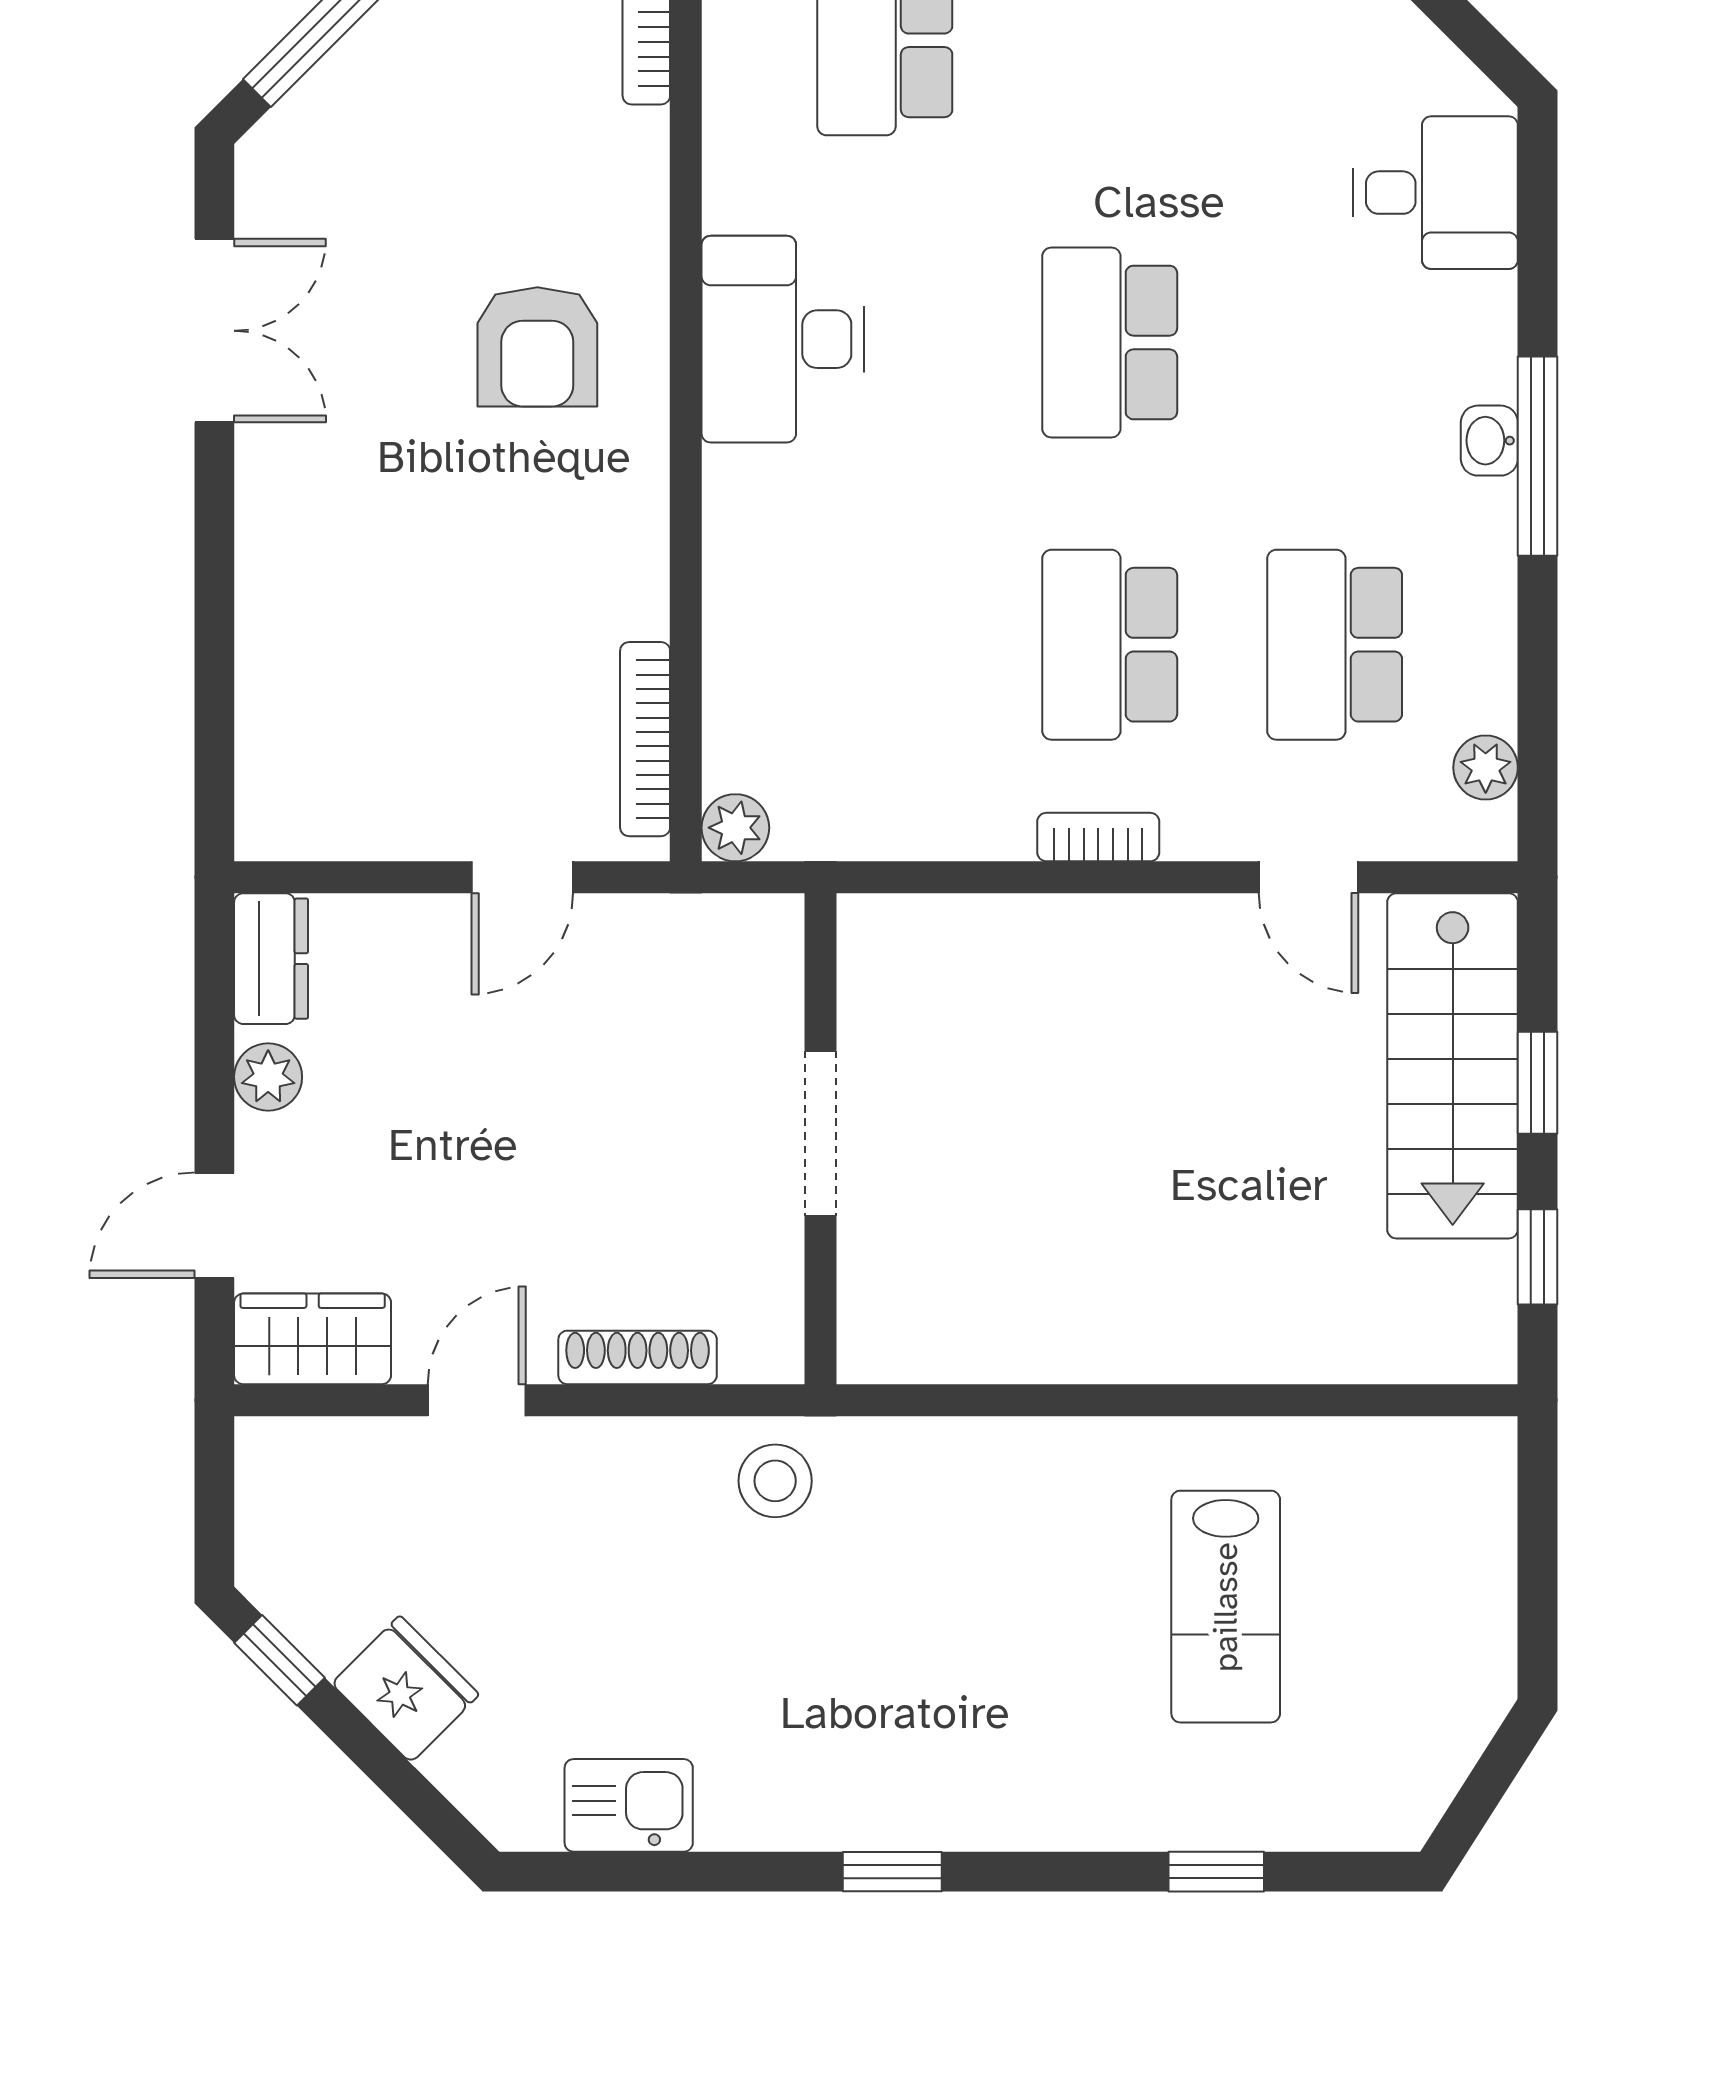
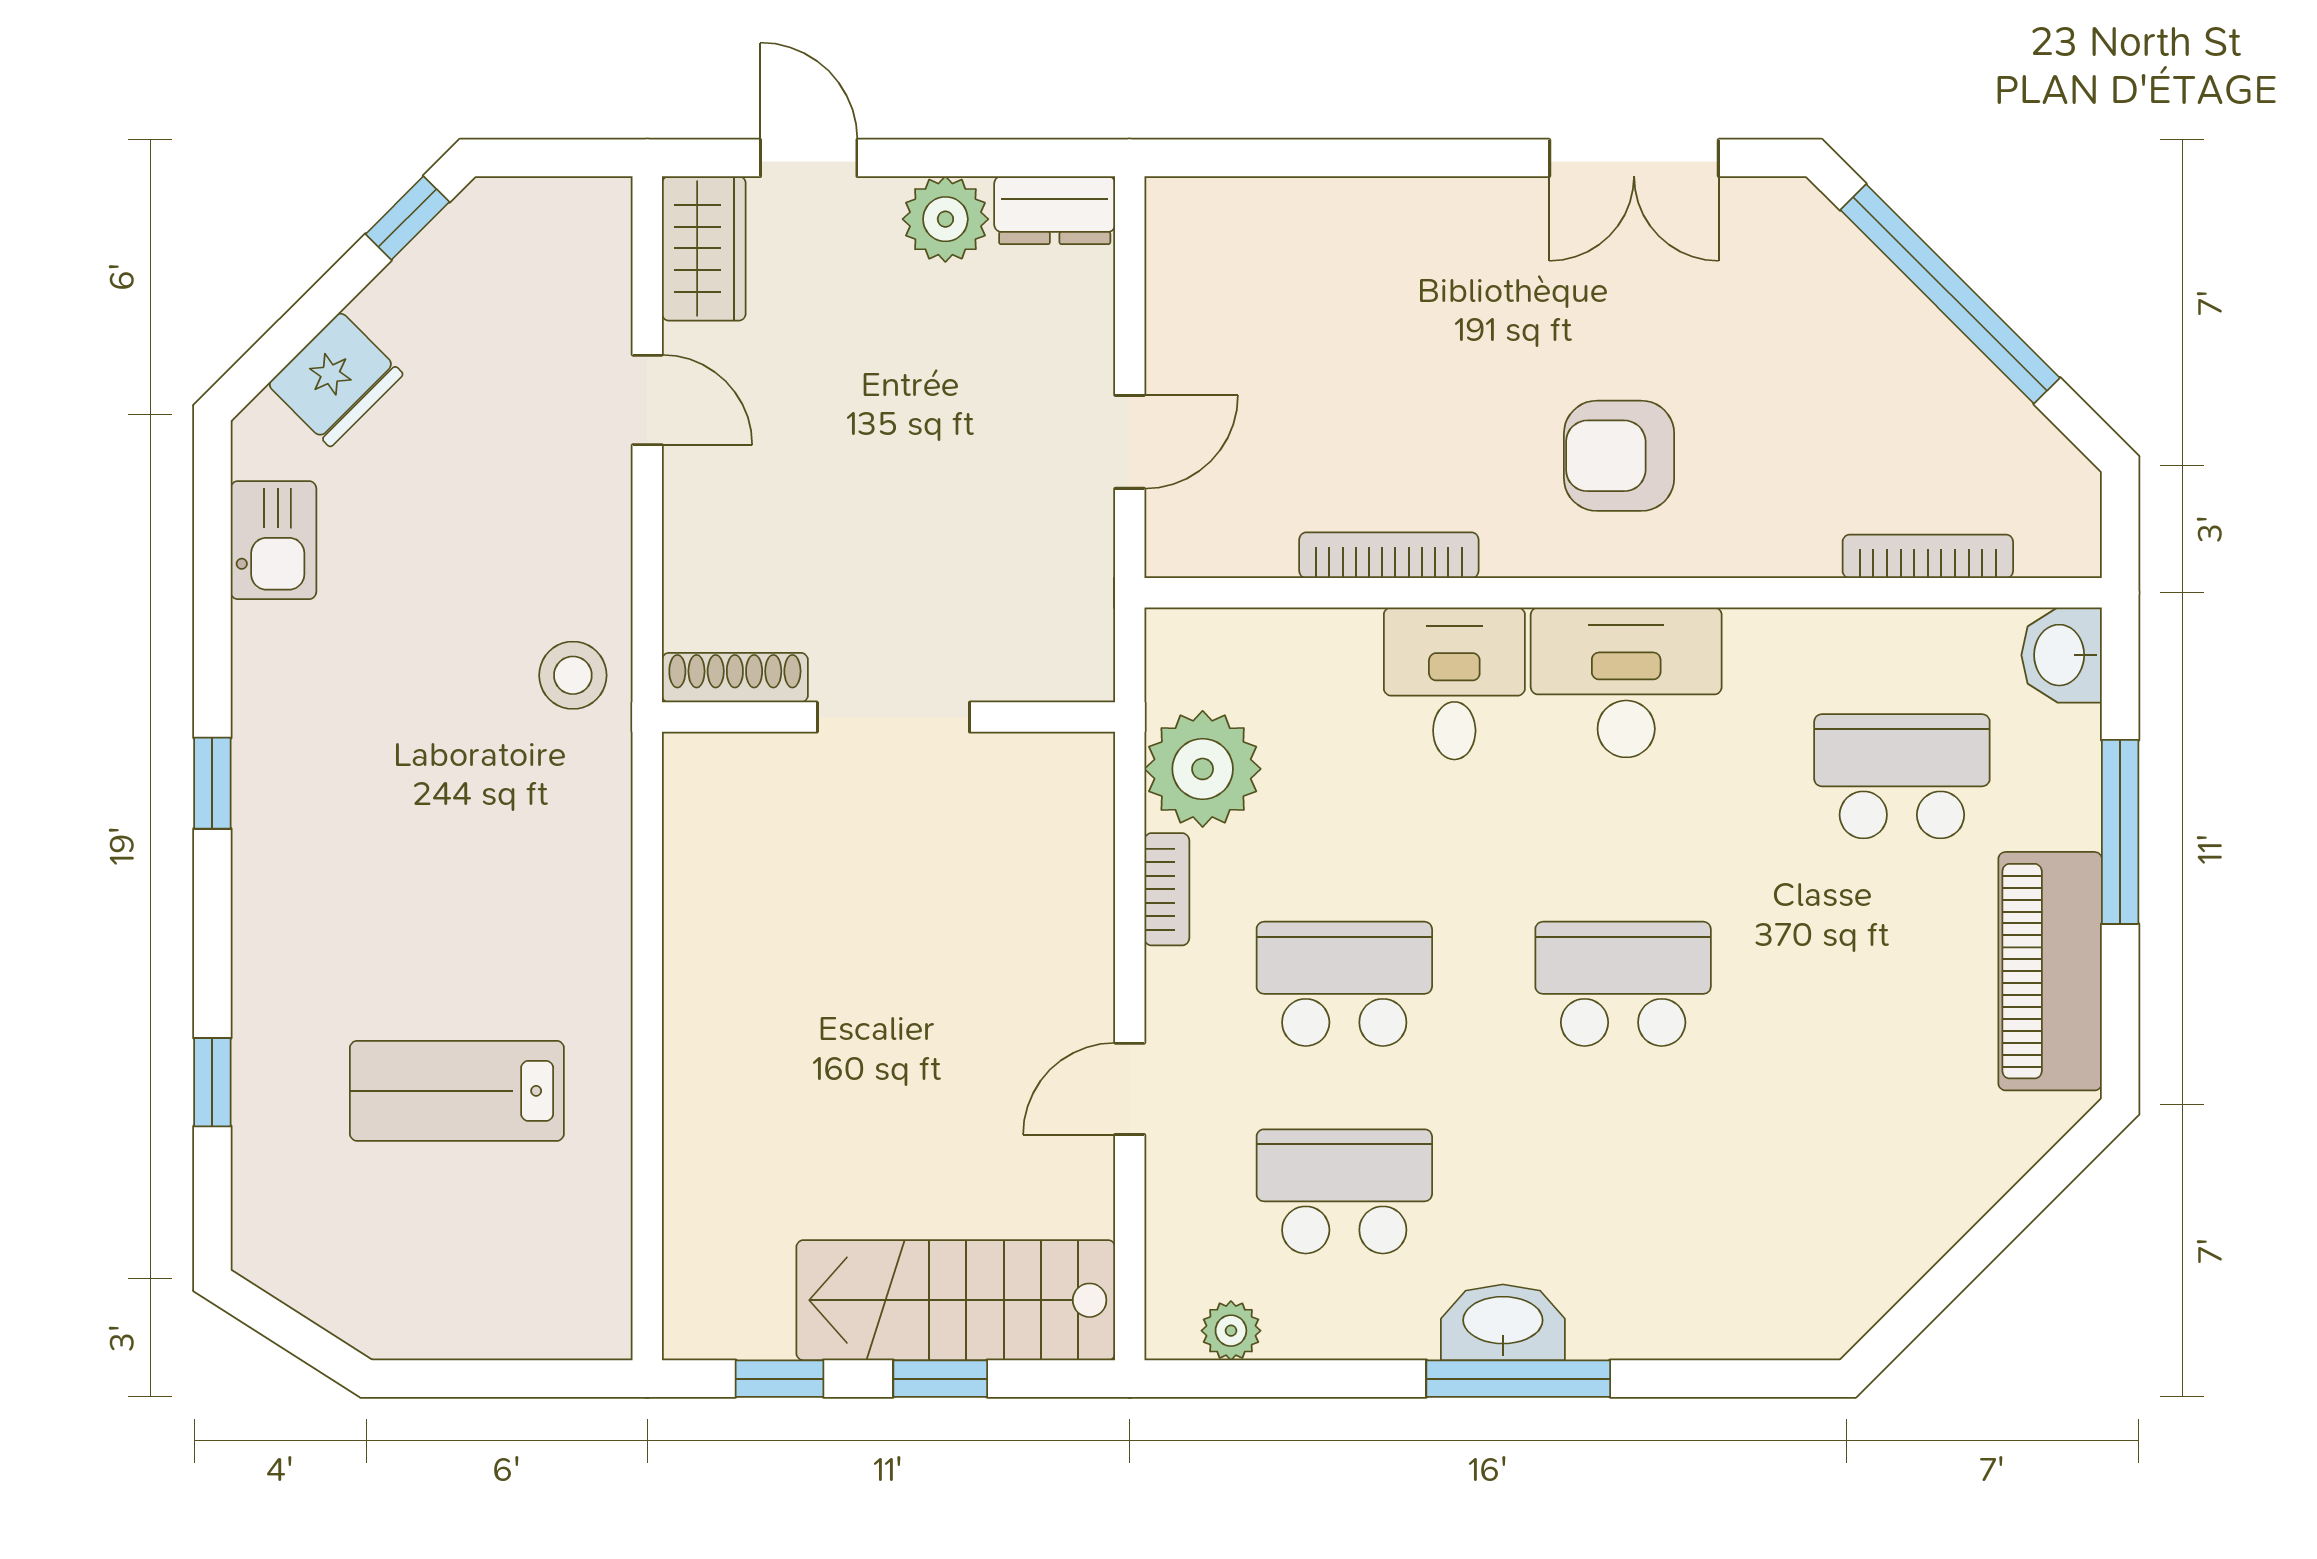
desk: (1435, 193) -> (1454, 683), moved, turned 180
washbasin: (1489, 441) -> (1503, 1322), width x1.91, depth x1.45
bookcase: (645, 739) -> (1389, 555), moved
plant: (735, 828) -> (1203, 769), moved, width x1.87, depth x1.87
bookcase: (1098, 837) -> (1167, 889), moved
door: (522, 877) -> (1130, 442), swing flipped
door: (1309, 877) -> (1130, 1089), moved
plant: (268, 1077) -> (945, 219), width x1.38, depth x1.38
shoe rack: (638, 1357) -> (735, 678), moved, turned -90
fridge: (405, 1689) -> (335, 379), moved

